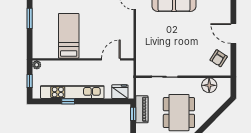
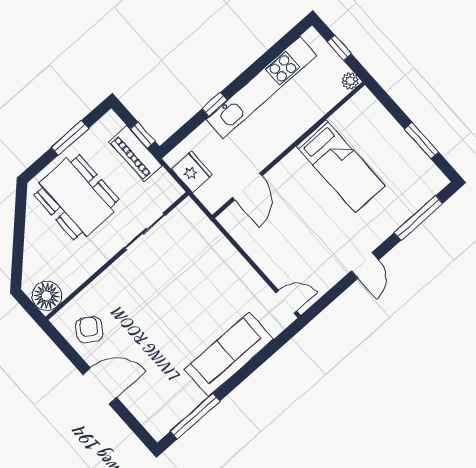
floor lamp: (209, 85) -> (47, 296), moved
fridge: (120, 92) -> (192, 172), moved, turned -90
window: (68, 101) -> (215, 105), moved

